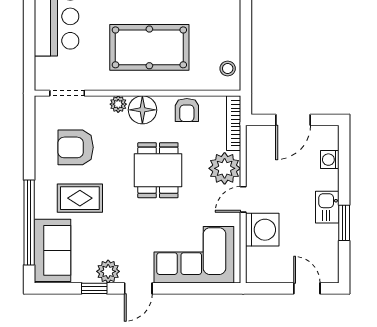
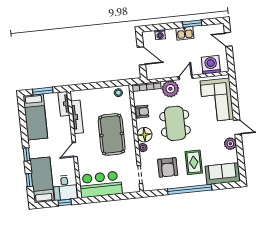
dining table: (158, 170) -> (175, 123), width x1.38
door: (243, 199) -> (186, 77), swing flipped
window: (29, 222) -> (190, 189), moved
washing machine: (262, 230) -> (211, 65), moved
window: (94, 288) -> (240, 150), removed
door: (307, 288) -> (228, 39), hinge flipped

